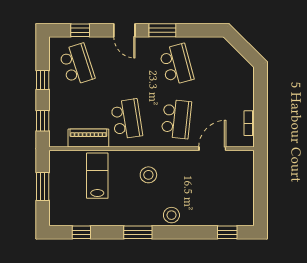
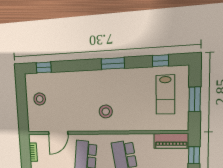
piano: (88, 138) -> (171, 141), moved
lab bench: (97, 176) -> (165, 95), moved
stool: (171, 215) -> (40, 99), moved

